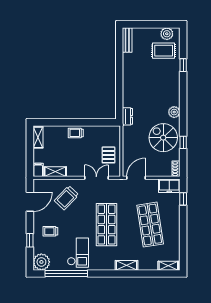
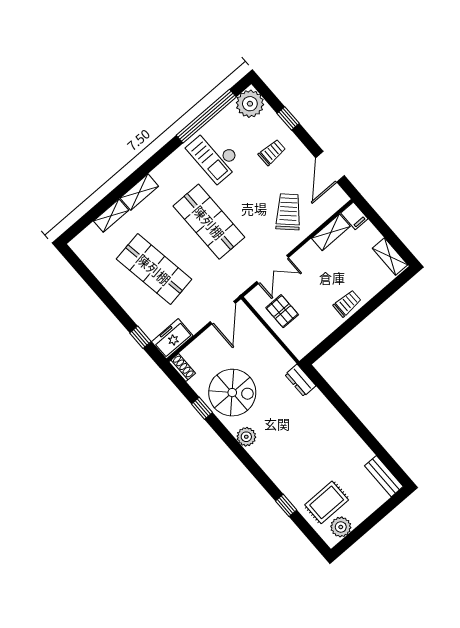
shelving: (168, 266) -> (111, 216), moved

